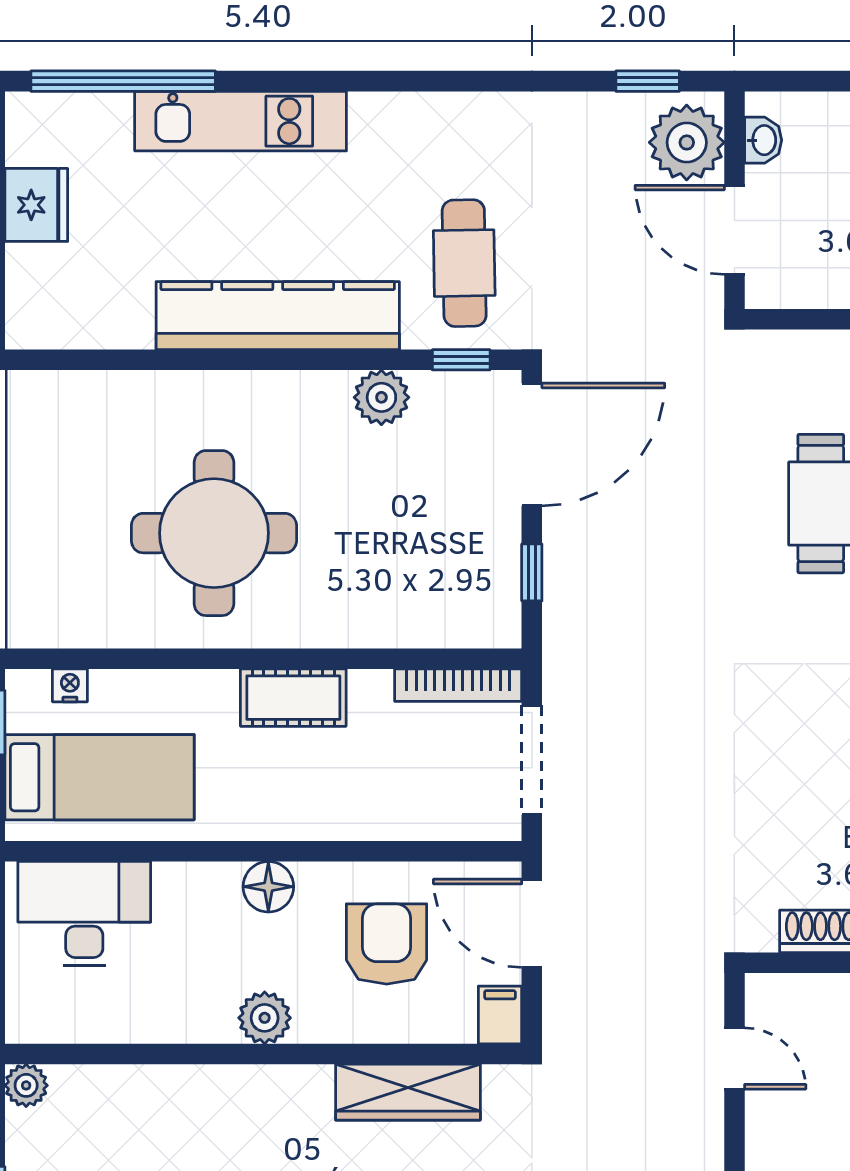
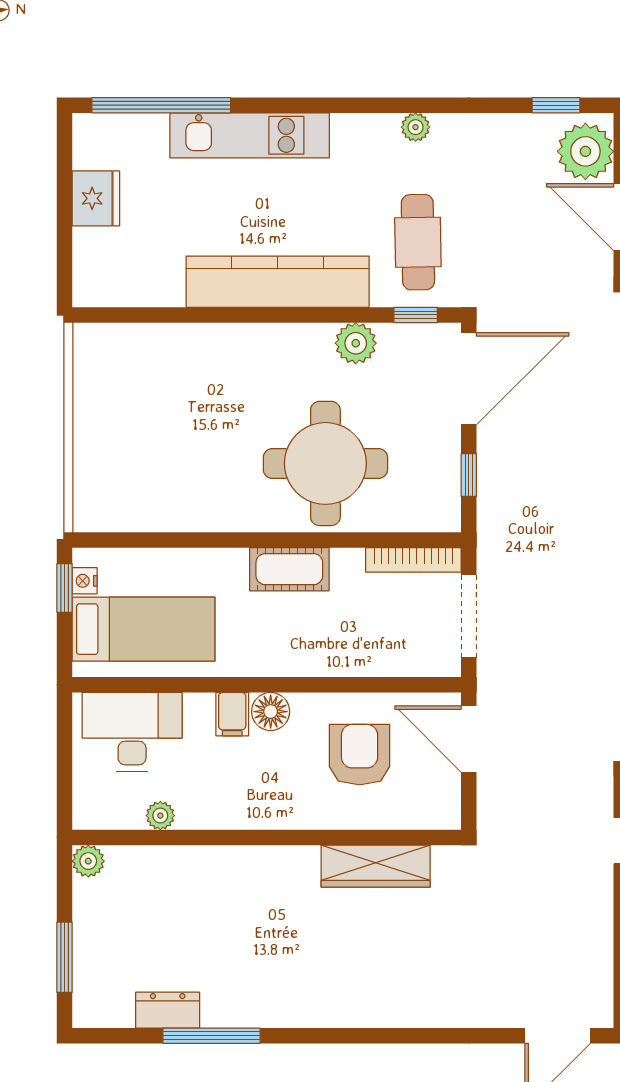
plant: (461, 110) -> (416, 127), added
round table: (214, 533) -> (325, 463), moved
nightstand: (70, 685) -> (85, 581), moved, turned -90
filing cabinet: (500, 1015) -> (232, 714), moved, turned 180
plant: (265, 1018) -> (160, 816), moved, width x0.73, depth x0.73

